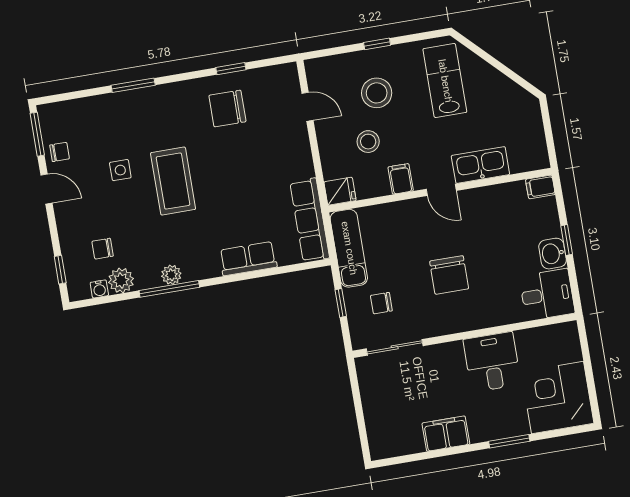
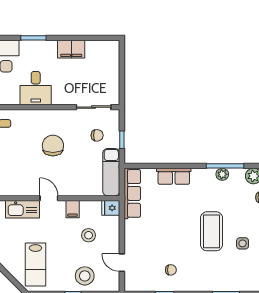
stool: (377, 93) -> (85, 276), moved
chair: (227, 109) -> (171, 270), width x0.54, depth x0.54

